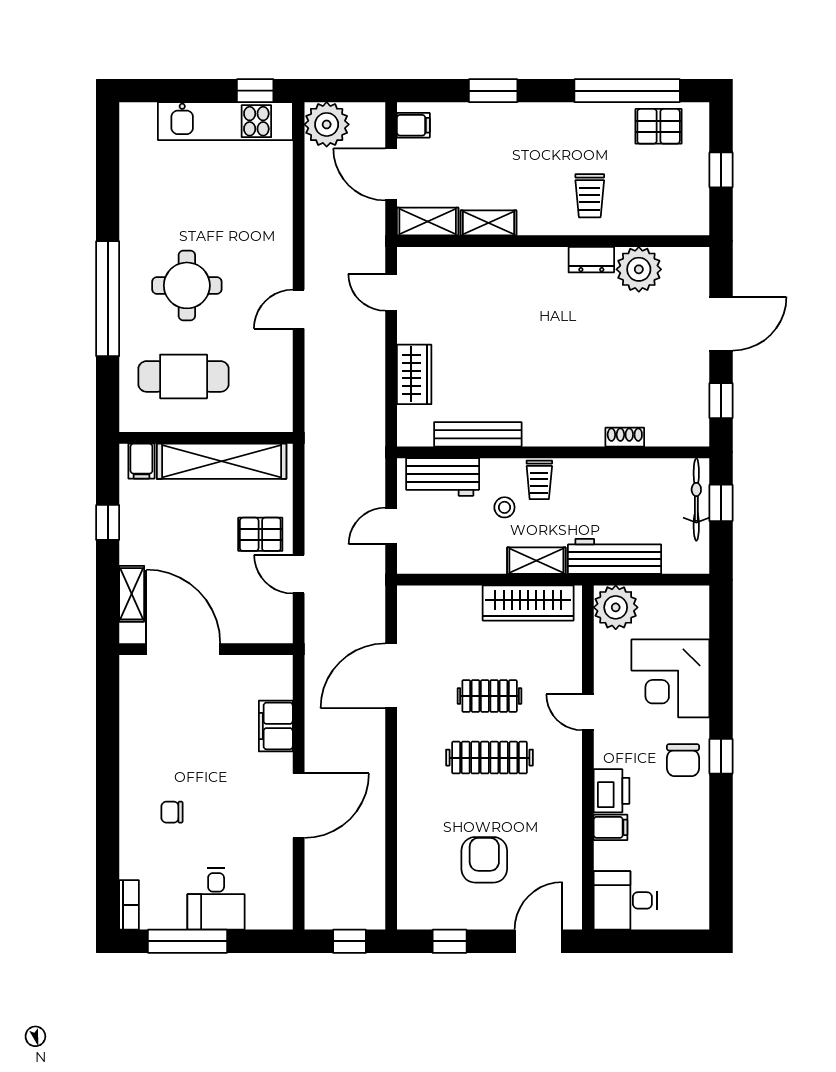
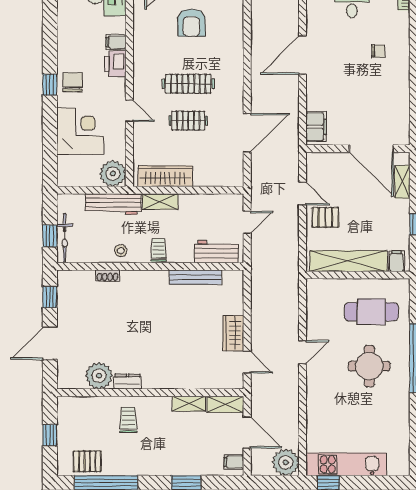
wardrobe: (414, 374) -> (233, 333), moved
stool: (504, 507) -> (121, 251), moved
filing cabinet: (276, 726) -> (316, 127), moved

